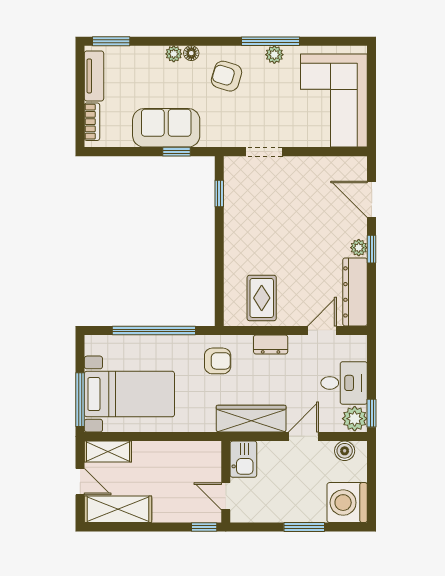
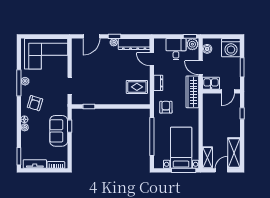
kitchen sink: (243, 459) -> (211, 83), moved
wall: (226, 482) -> (221, 91), moved
door: (226, 496) -> (228, 91), moved

